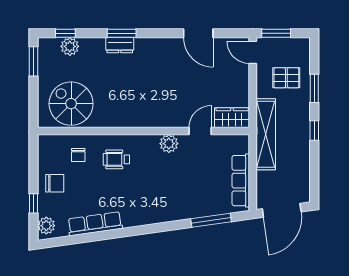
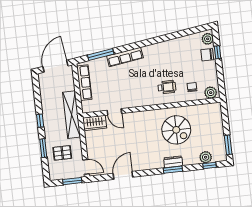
door: (198, 33) -> (123, 175), hinge flipped
spiral stairs: (71, 104) -> (176, 130), moved
door: (200, 131) -> (114, 112), hinge flipped
plant: (169, 144) -> (211, 93), moved
chair: (55, 183) -> (207, 55), moved
row of seats: (95, 224) -> (125, 57), moved

